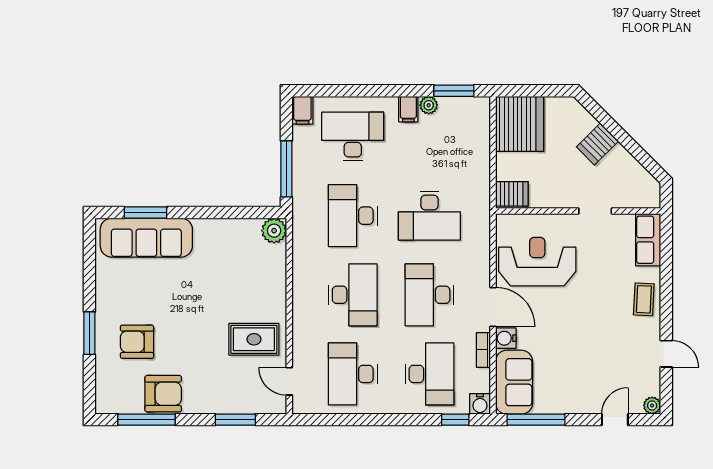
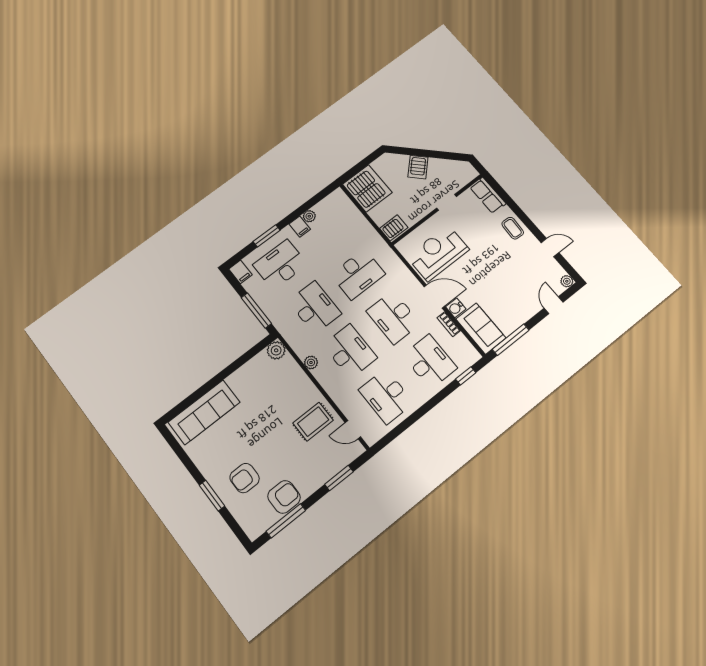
window: (454, 91) -> (267, 236), moved
window: (146, 213) -> (193, 398), removed
desk: (353, 216) -> (315, 307), turned 180
plant: (301, 274) -> (311, 362), added
water cooler: (480, 404) -> (472, 356), removed

